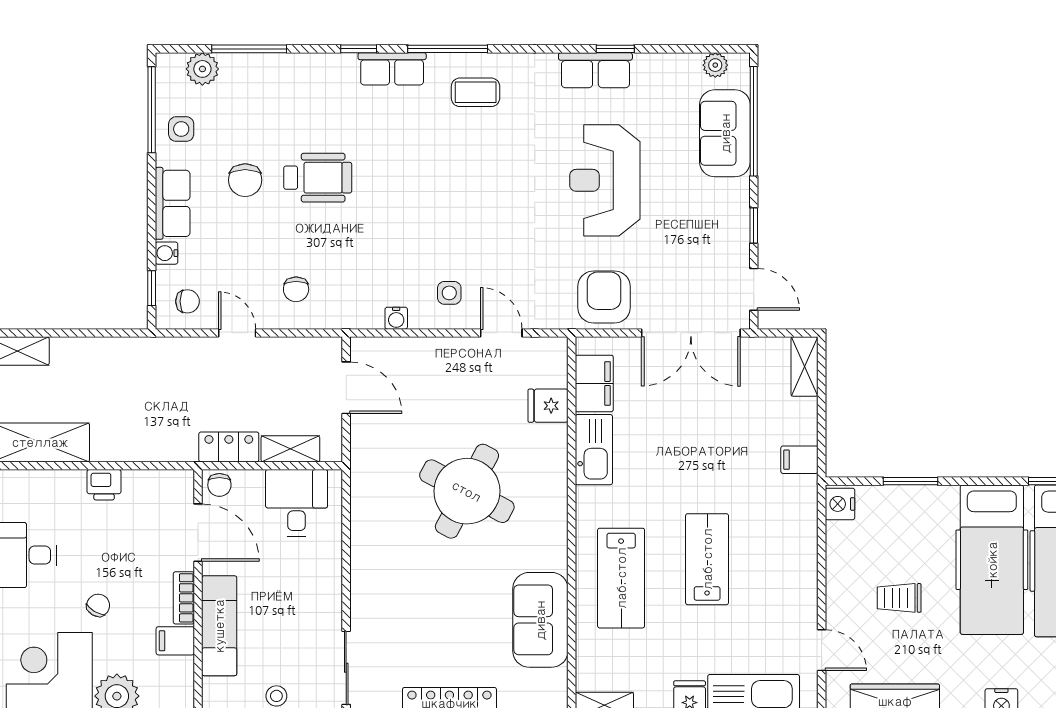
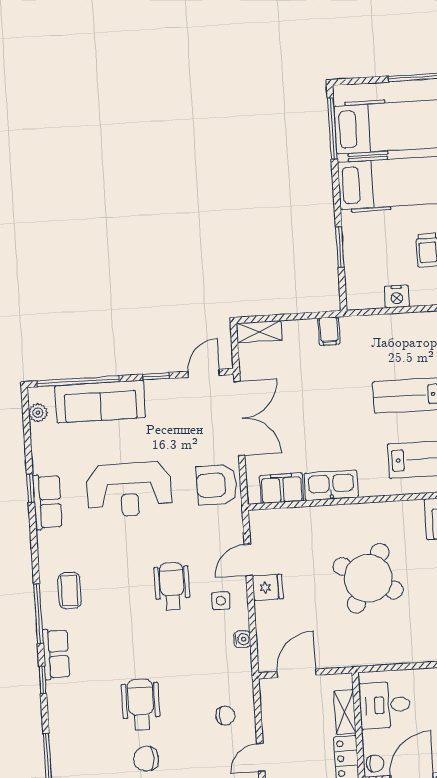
sofa: (725, 133) -> (100, 402), width x1.36
chair: (245, 180) -> (146, 759), turned 180
wheelchair: (473, 229) -> (172, 586), added
fridge: (548, 406) -> (268, 587), moved, turned -90
nightstand: (840, 504) -> (397, 296), moved

